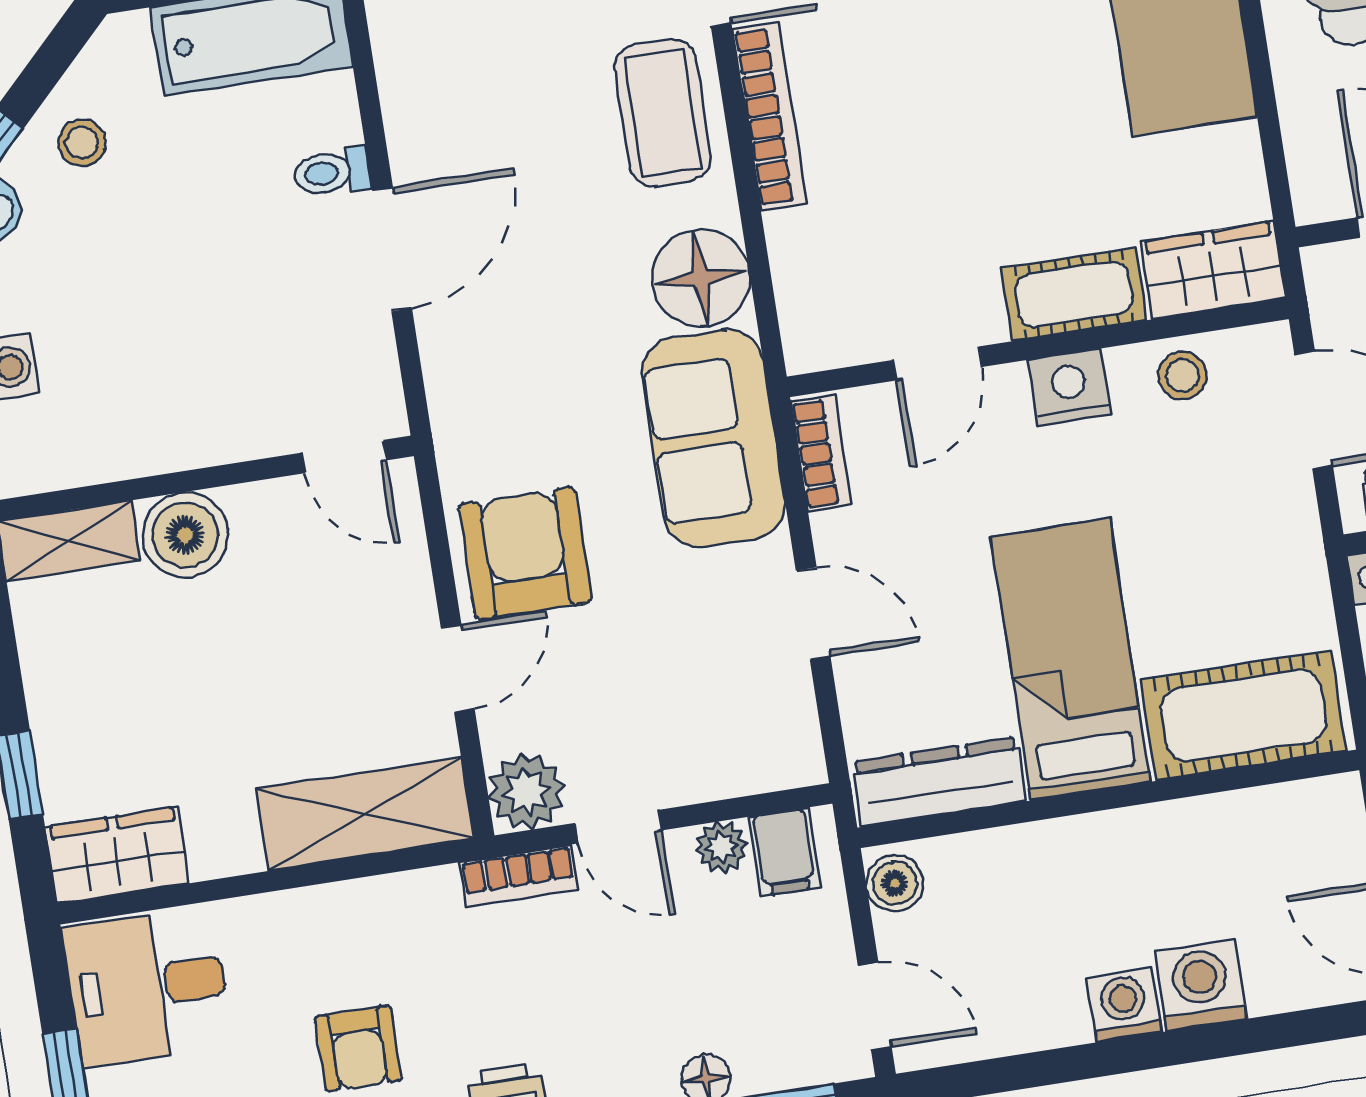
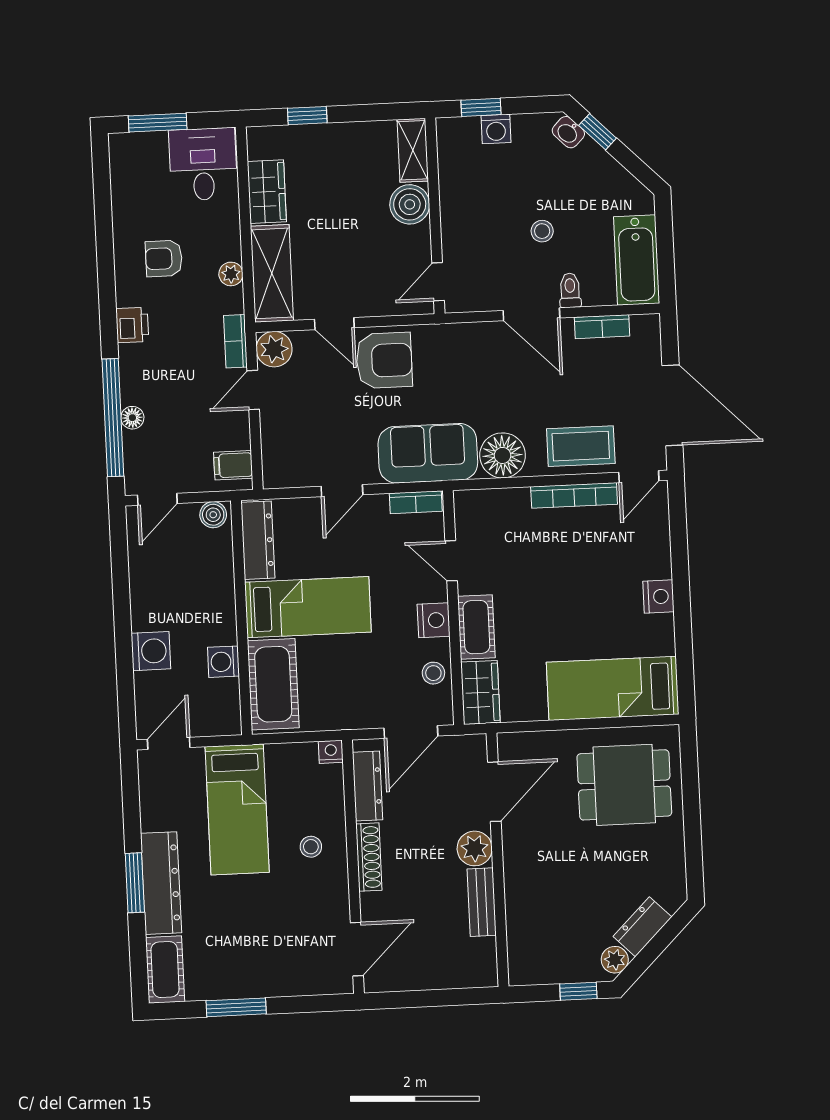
bookcase: (402, 95) -> (602, 327), added
stool: (82, 143) -> (542, 231), moved
plant: (721, 847) -> (231, 274), moved
wardrobe: (117, 855) -> (267, 192), moved
washing machine: (1124, 1005) -> (223, 662), moved, turned 180

